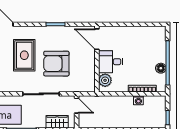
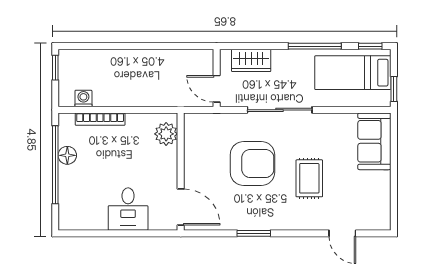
rug: (24, 55) -> (309, 178), width x0.73, depth x0.70
desk: (111, 62) -> (128, 209), moved, turned 90
washing machine: (138, 100) -> (83, 98), moved

